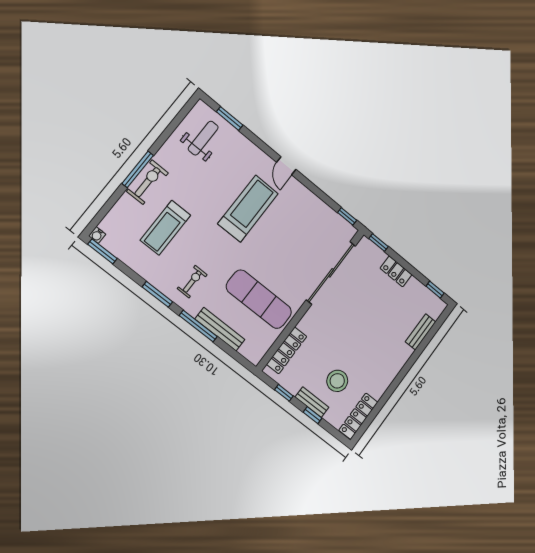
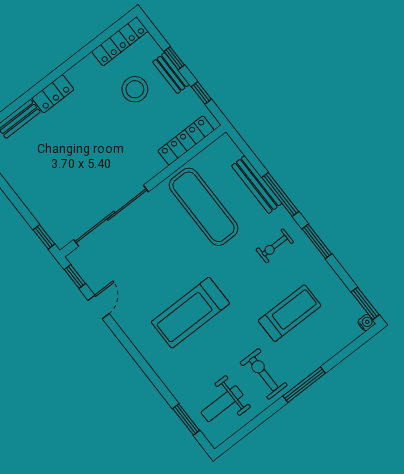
door: (286, 166) -> (99, 307), moved
exercise bike: (147, 182) -> (264, 374), moved, turned 90
locker: (396, 271) -> (53, 94), moved, turned 90

